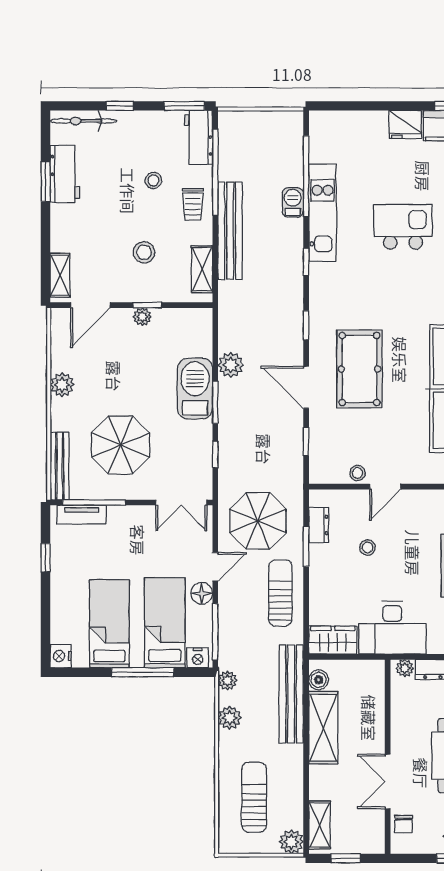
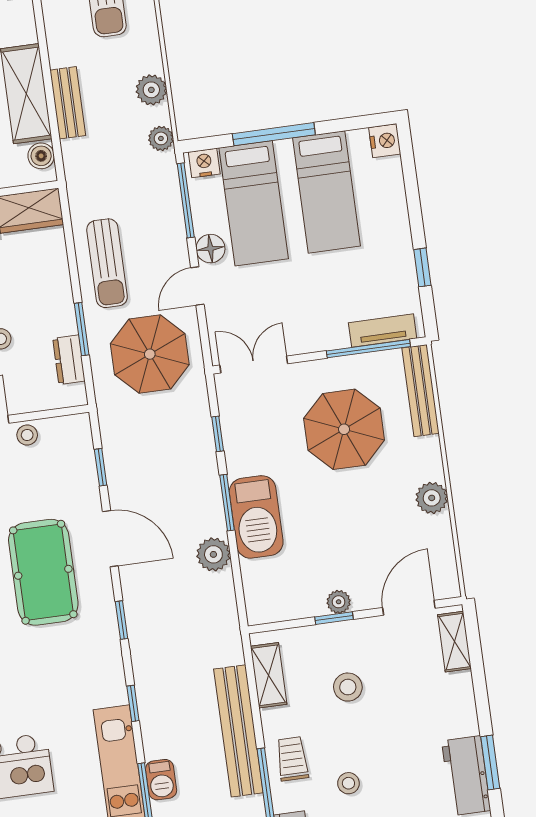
bench: (291, 694) -> (68, 103), width x0.54, depth x0.82

